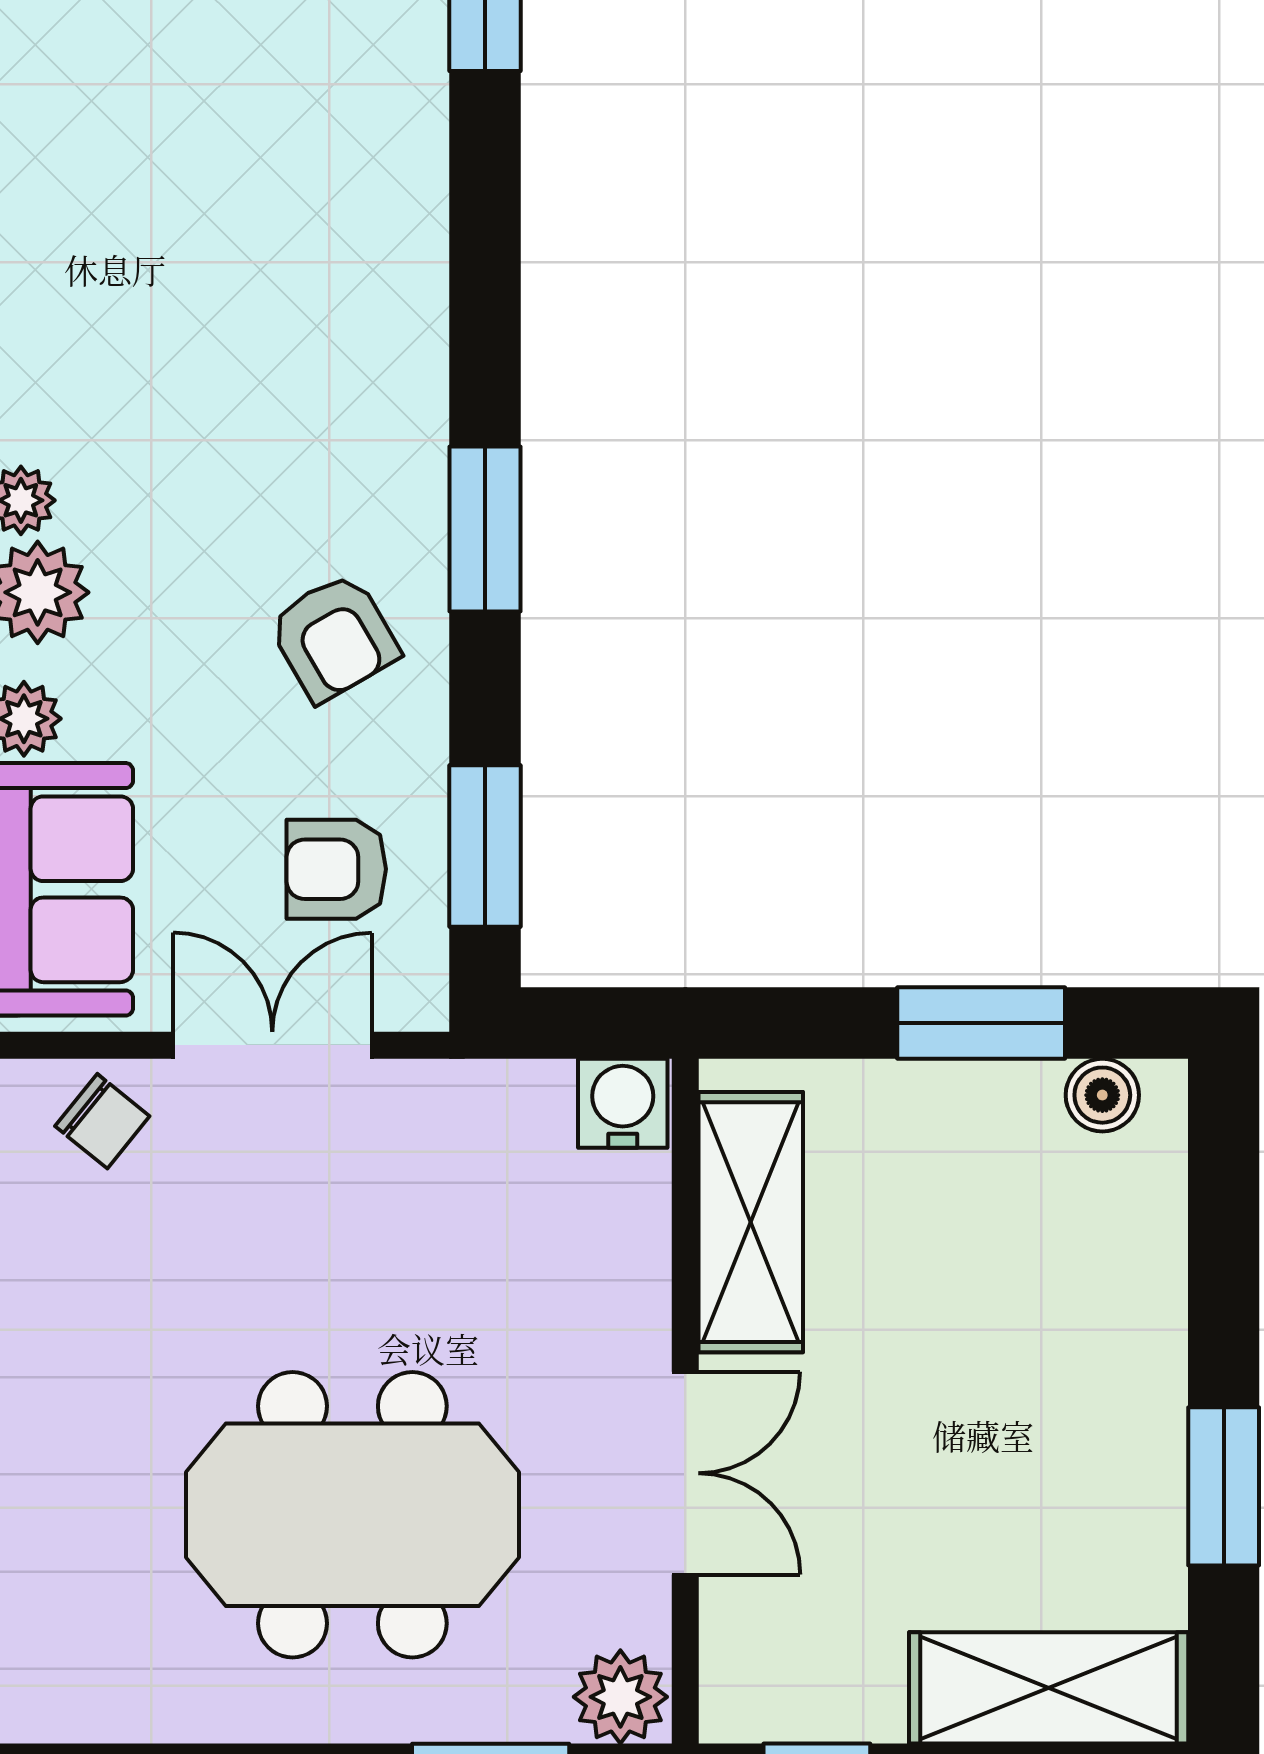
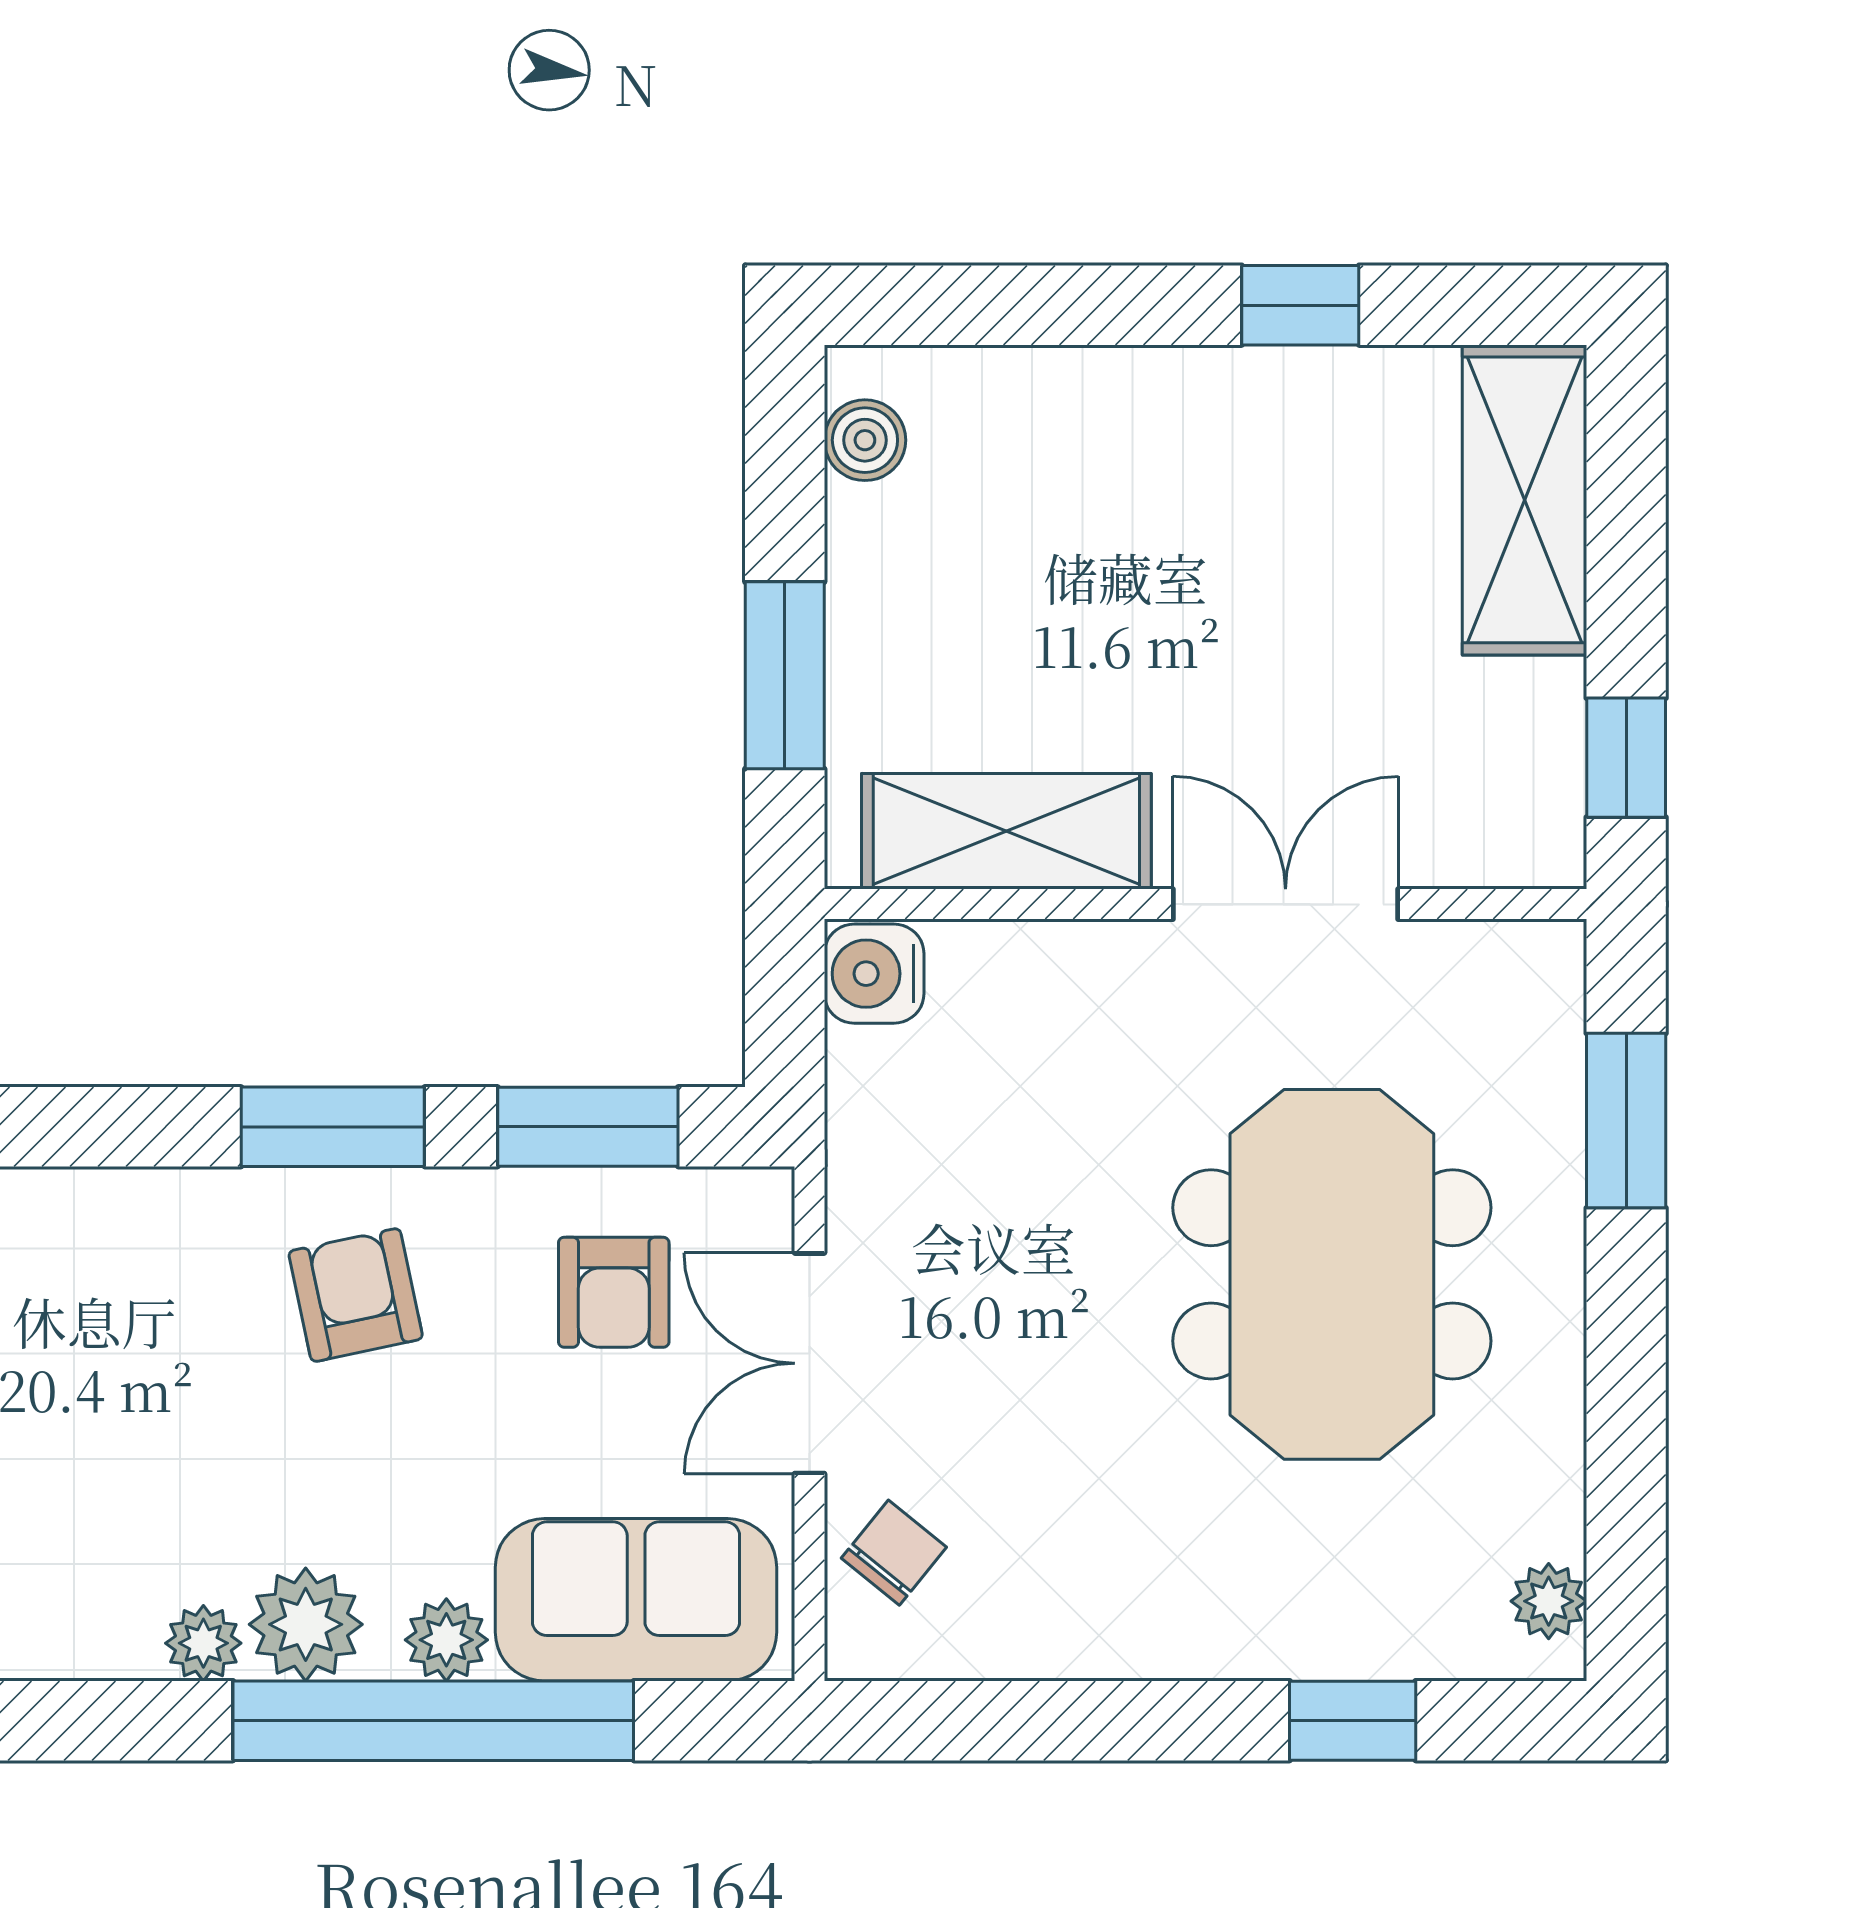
window: (485, 529) -> (333, 1127), moved
armchair: (334, 637) -> (356, 1295), turned -72
window: (981, 1023) -> (785, 675), moved
window: (1224, 1486) -> (1300, 305), width x0.67
plant: (620, 1697) -> (1549, 1601), moved, width x0.73, depth x0.73

